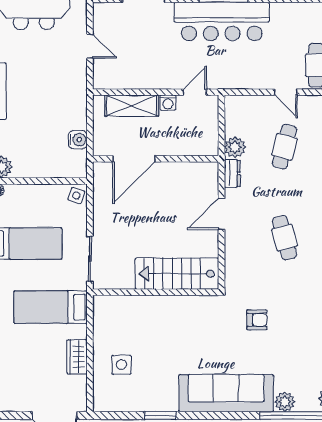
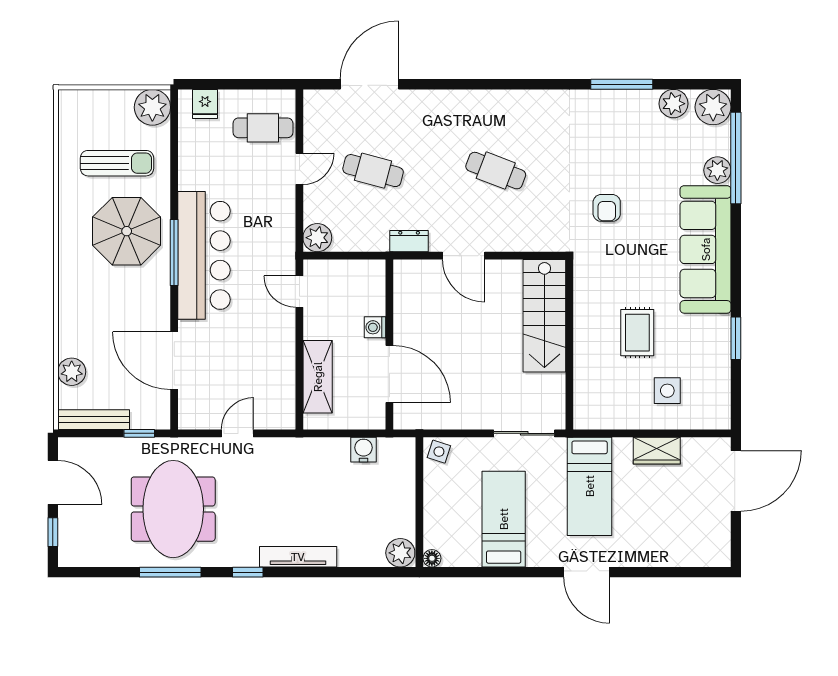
washing machine: (168, 103) -> (375, 327), moved, turned 180
plant: (235, 147) -> (317, 238), moved
cafe table: (285, 238) -> (496, 171), turned 36
armchair: (257, 320) -> (607, 208), turned 180
rug: (164, 343) -> (637, 333), added

